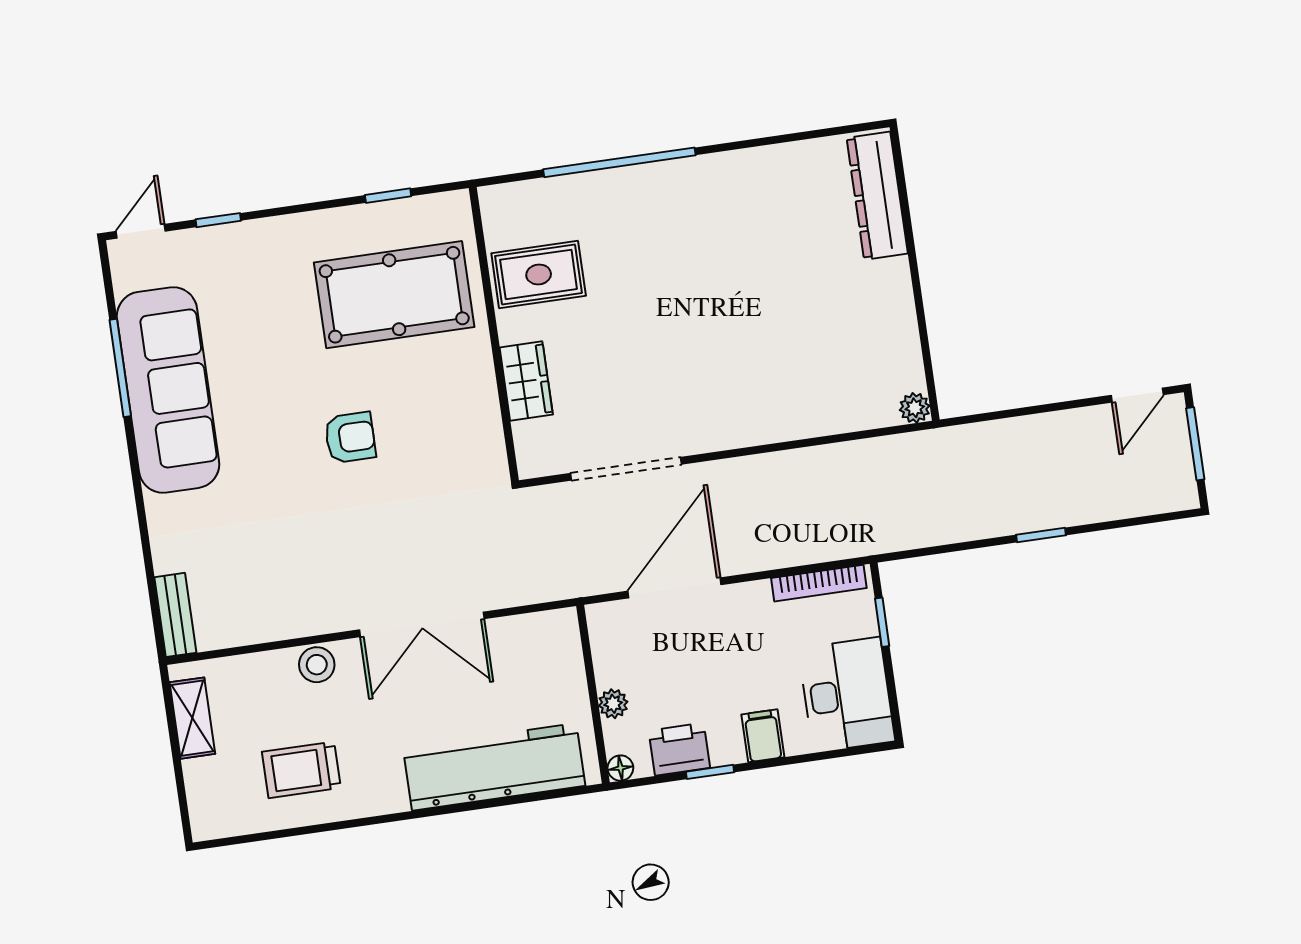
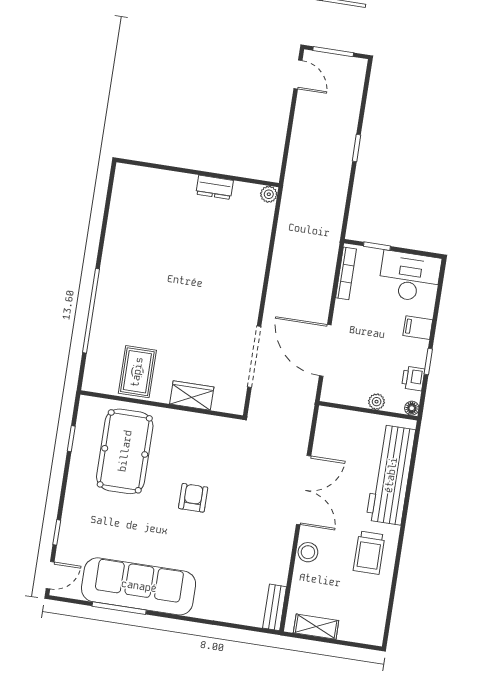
dresser: (877, 196) -> (215, 187), moved, width x0.51, depth x0.80
door: (141, 231) -> (50, 575), swing flipped
bench: (175, 615) -> (275, 607), moved, turned 90
printer: (679, 749) -> (413, 378), width x0.73, depth x0.81
trolley: (301, 770) -> (369, 553), moved

